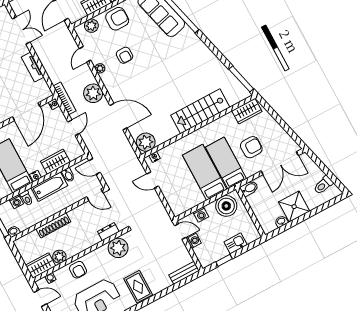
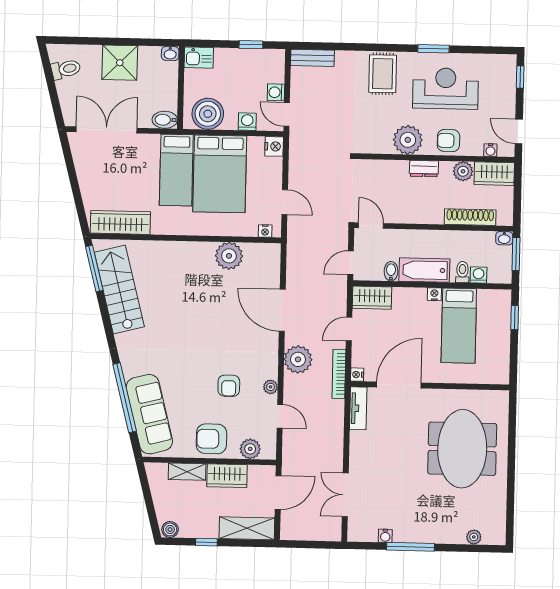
door: (85, 54) -> (280, 416), hinge flipped
armchair: (125, 55) -> (229, 386), turned 180
tv unit: (33, 67) -> (358, 408), moved
stairs: (200, 111) -> (119, 290), moved, turned -104
wardrobe: (247, 111) -> (120, 222), width x1.50
plant: (146, 142) -> (229, 256), moved
armchair: (251, 147) -> (132, 172), removed
wardrobe: (55, 162) -> (372, 298), moved
door: (94, 167) -> (351, 263), swing flipped
bed: (205, 172) -> (220, 174), width x1.50
nightstand: (177, 209) -> (274, 146), added
washbasin: (281, 221) -> (170, 53), moved
shoe rack: (53, 225) -> (470, 217), moved
dresser: (108, 232) -> (424, 169), moved
kitchen sink: (236, 243) -> (199, 58), moved
plant: (118, 248) -> (408, 140), moved
armchair: (78, 270) -> (448, 141), turned -90

